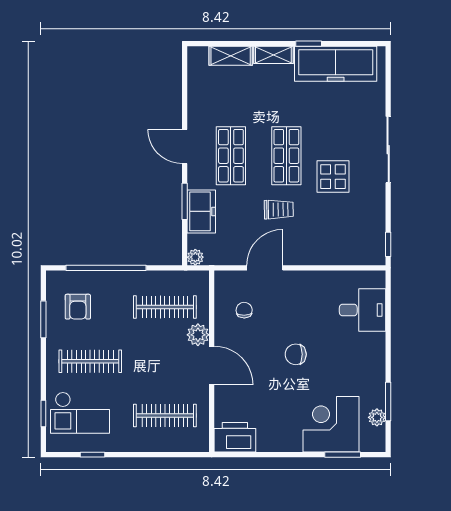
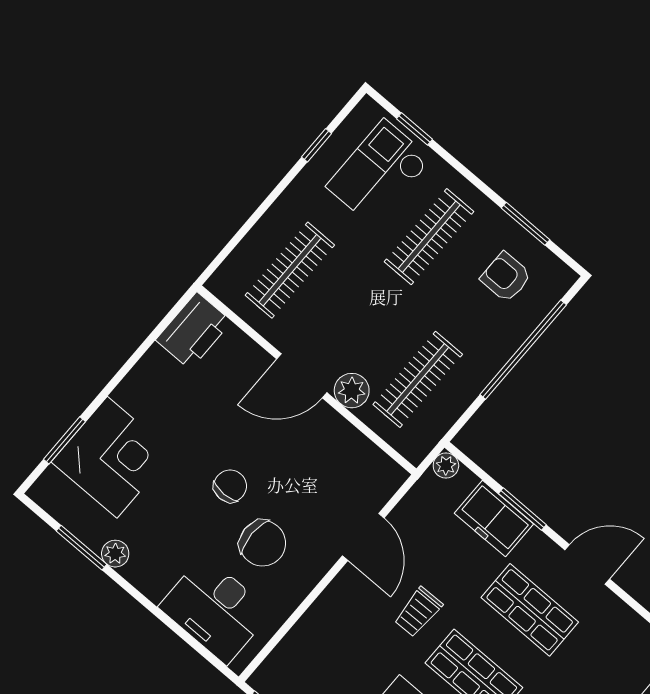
chair: (244, 310) -> (263, 543), moved, width x1.87, depth x1.87
desk: (363, 310) -> (215, 610), width x1.37
plant: (377, 417) -> (115, 554), moved

